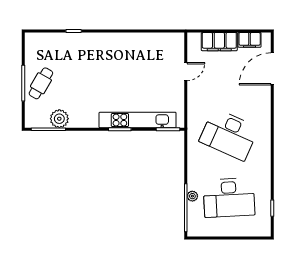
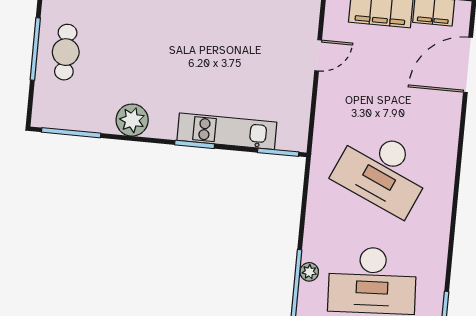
cafe table: (41, 83) -> (66, 52), turned -30
plant: (59, 119) -> (132, 120), moved
kitchen unit: (138, 120) -> (227, 131), width x0.73

